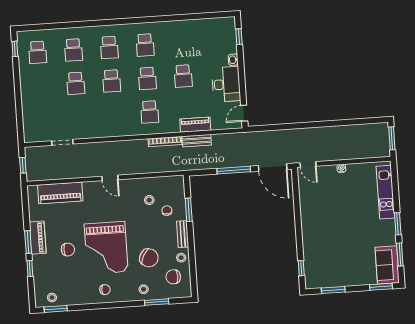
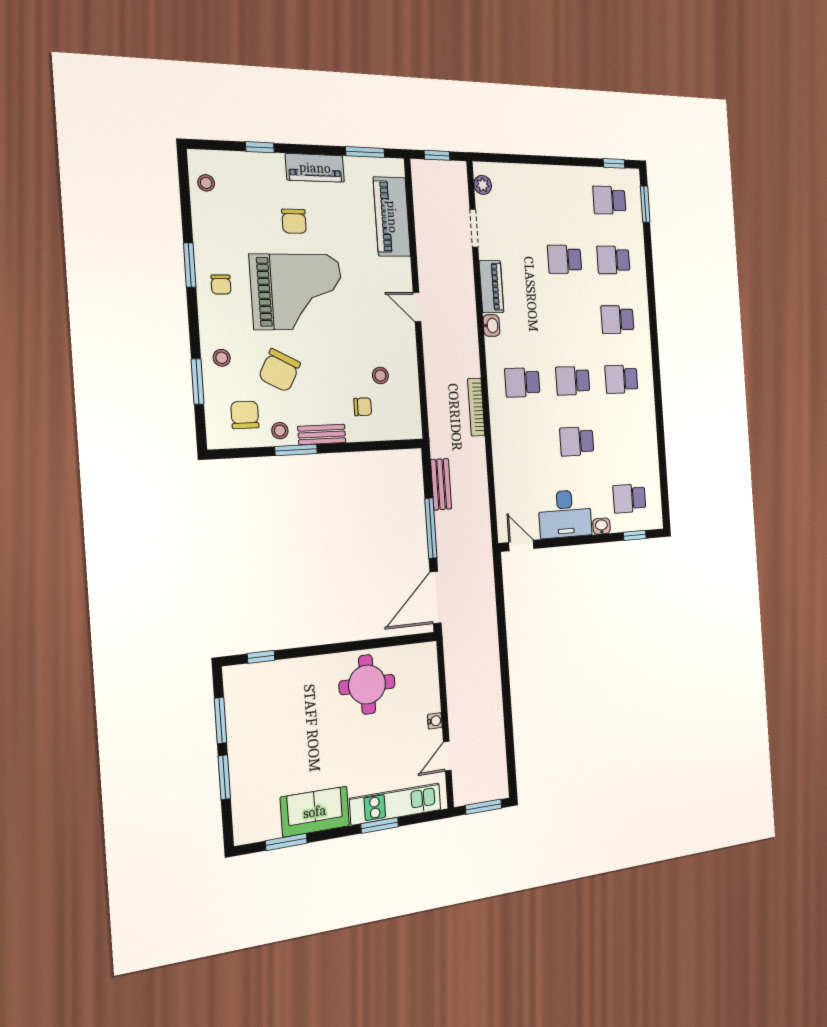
window: (38, 27) -> (645, 204), added
school desk: (112, 81) -> (629, 498), moved
piano: (195, 125) -> (491, 287), moved
washbasin: (118, 132) -> (491, 325), added
plant: (37, 137) -> (483, 185), added
bench: (197, 141) -> (441, 484), moved
door: (308, 164) -> (447, 756), moved
door: (110, 178) -> (417, 307), hinge flipped
round table: (319, 209) -> (367, 685), added
window: (189, 210) -> (296, 450), moved
window: (398, 224) -> (380, 825), moved
window: (28, 242) -> (365, 152), moved
grand piano: (106, 248) -> (297, 292), turned 180
sofa: (387, 265) -> (315, 812), moved
window: (381, 287) -> (224, 777), moved
window: (56, 309) -> (190, 265), moved

